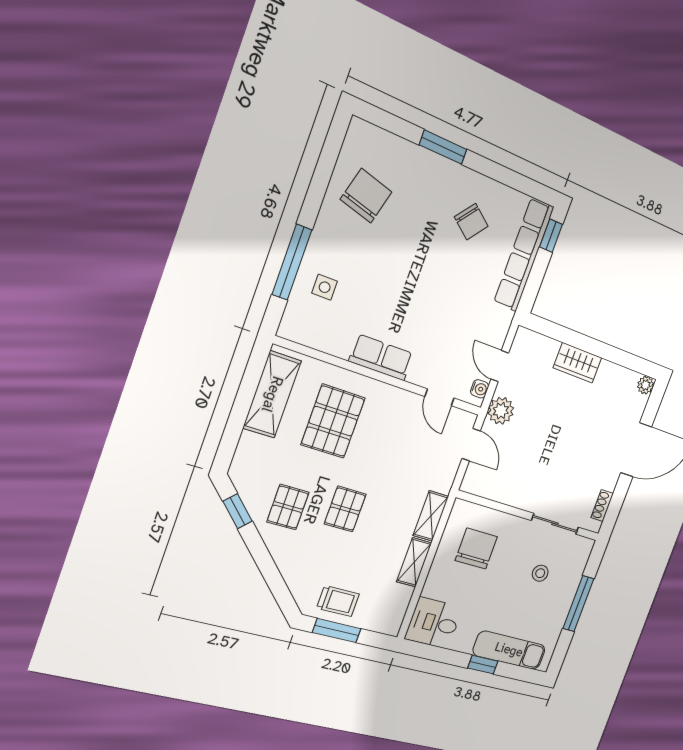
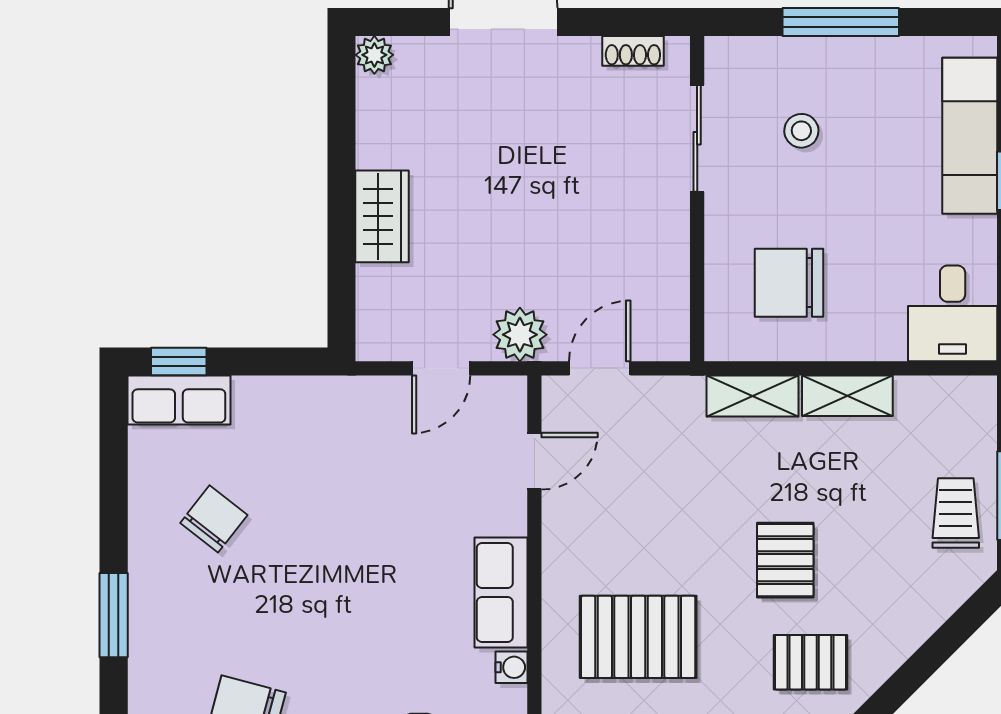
row of seats: (524, 255) -> (179, 400), width x0.50
water cooler: (480, 389) -> (512, 667), moved, turned 90
pallet: (345, 509) -> (785, 560), turned 90

